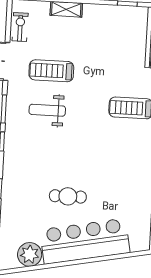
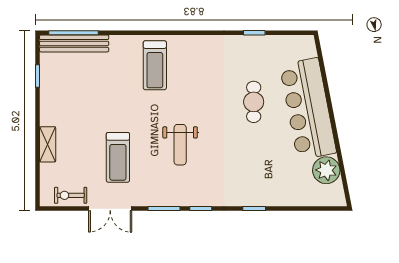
weight bench: (47, 110) -> (180, 145), moved
cafe table: (68, 196) -> (254, 102), moved

